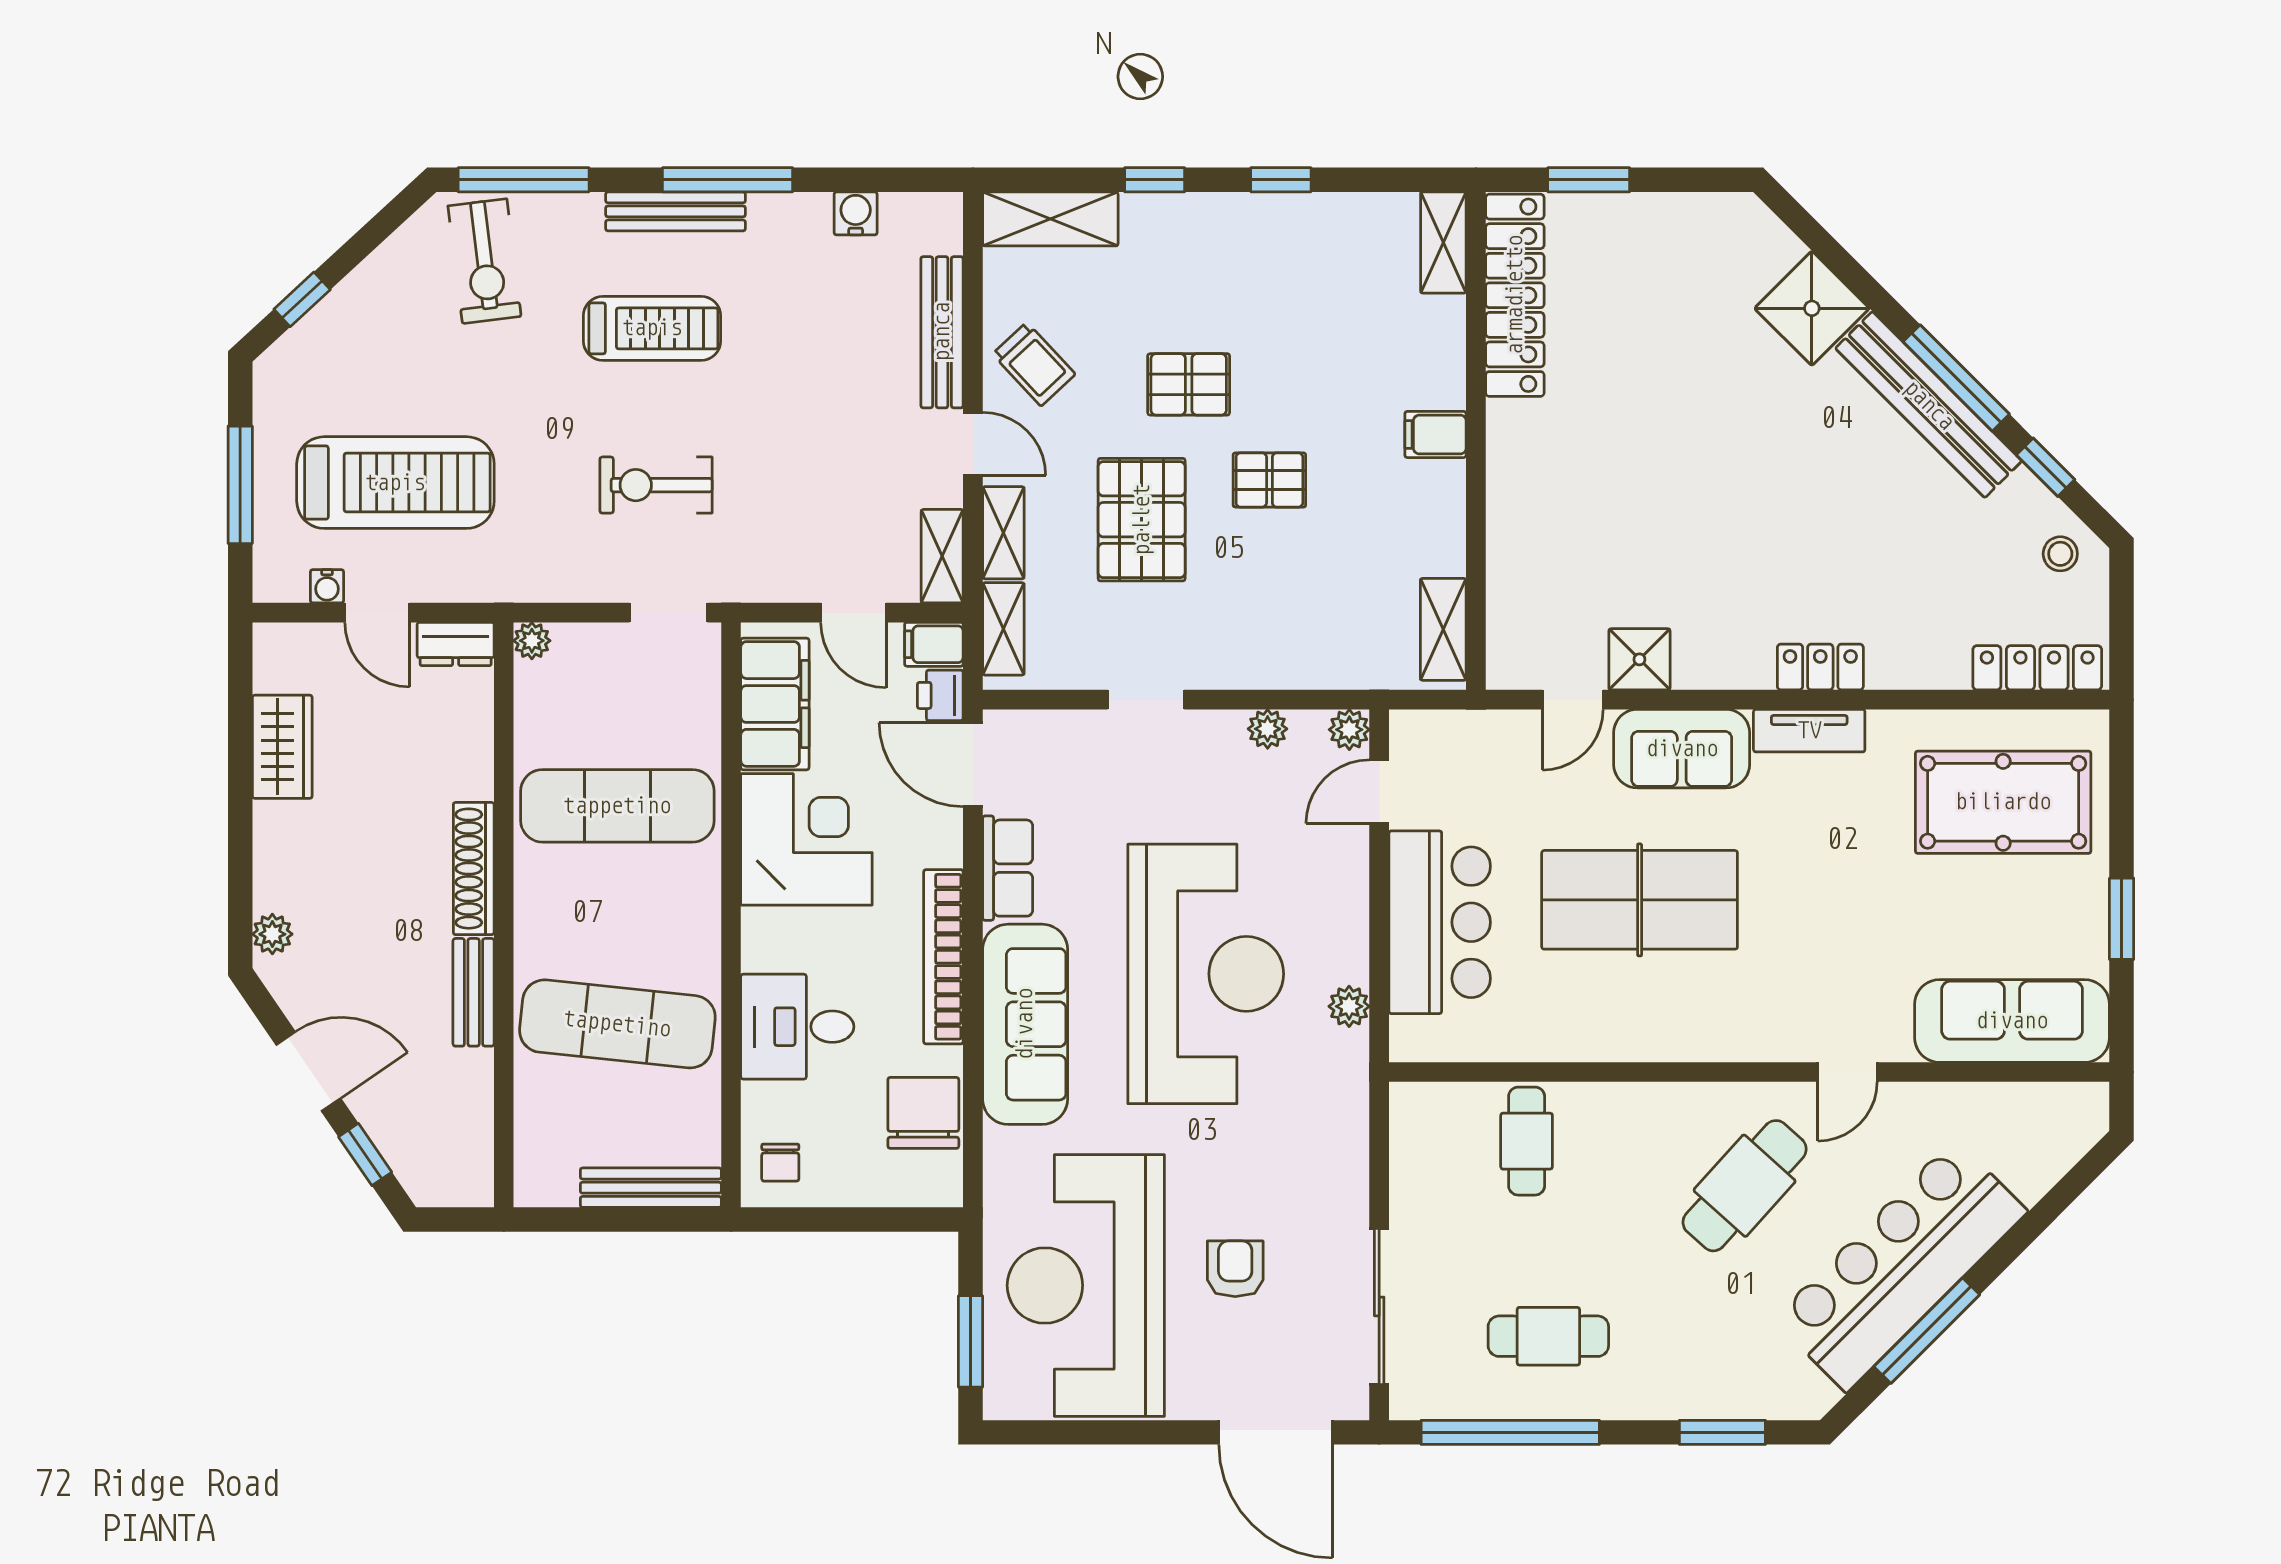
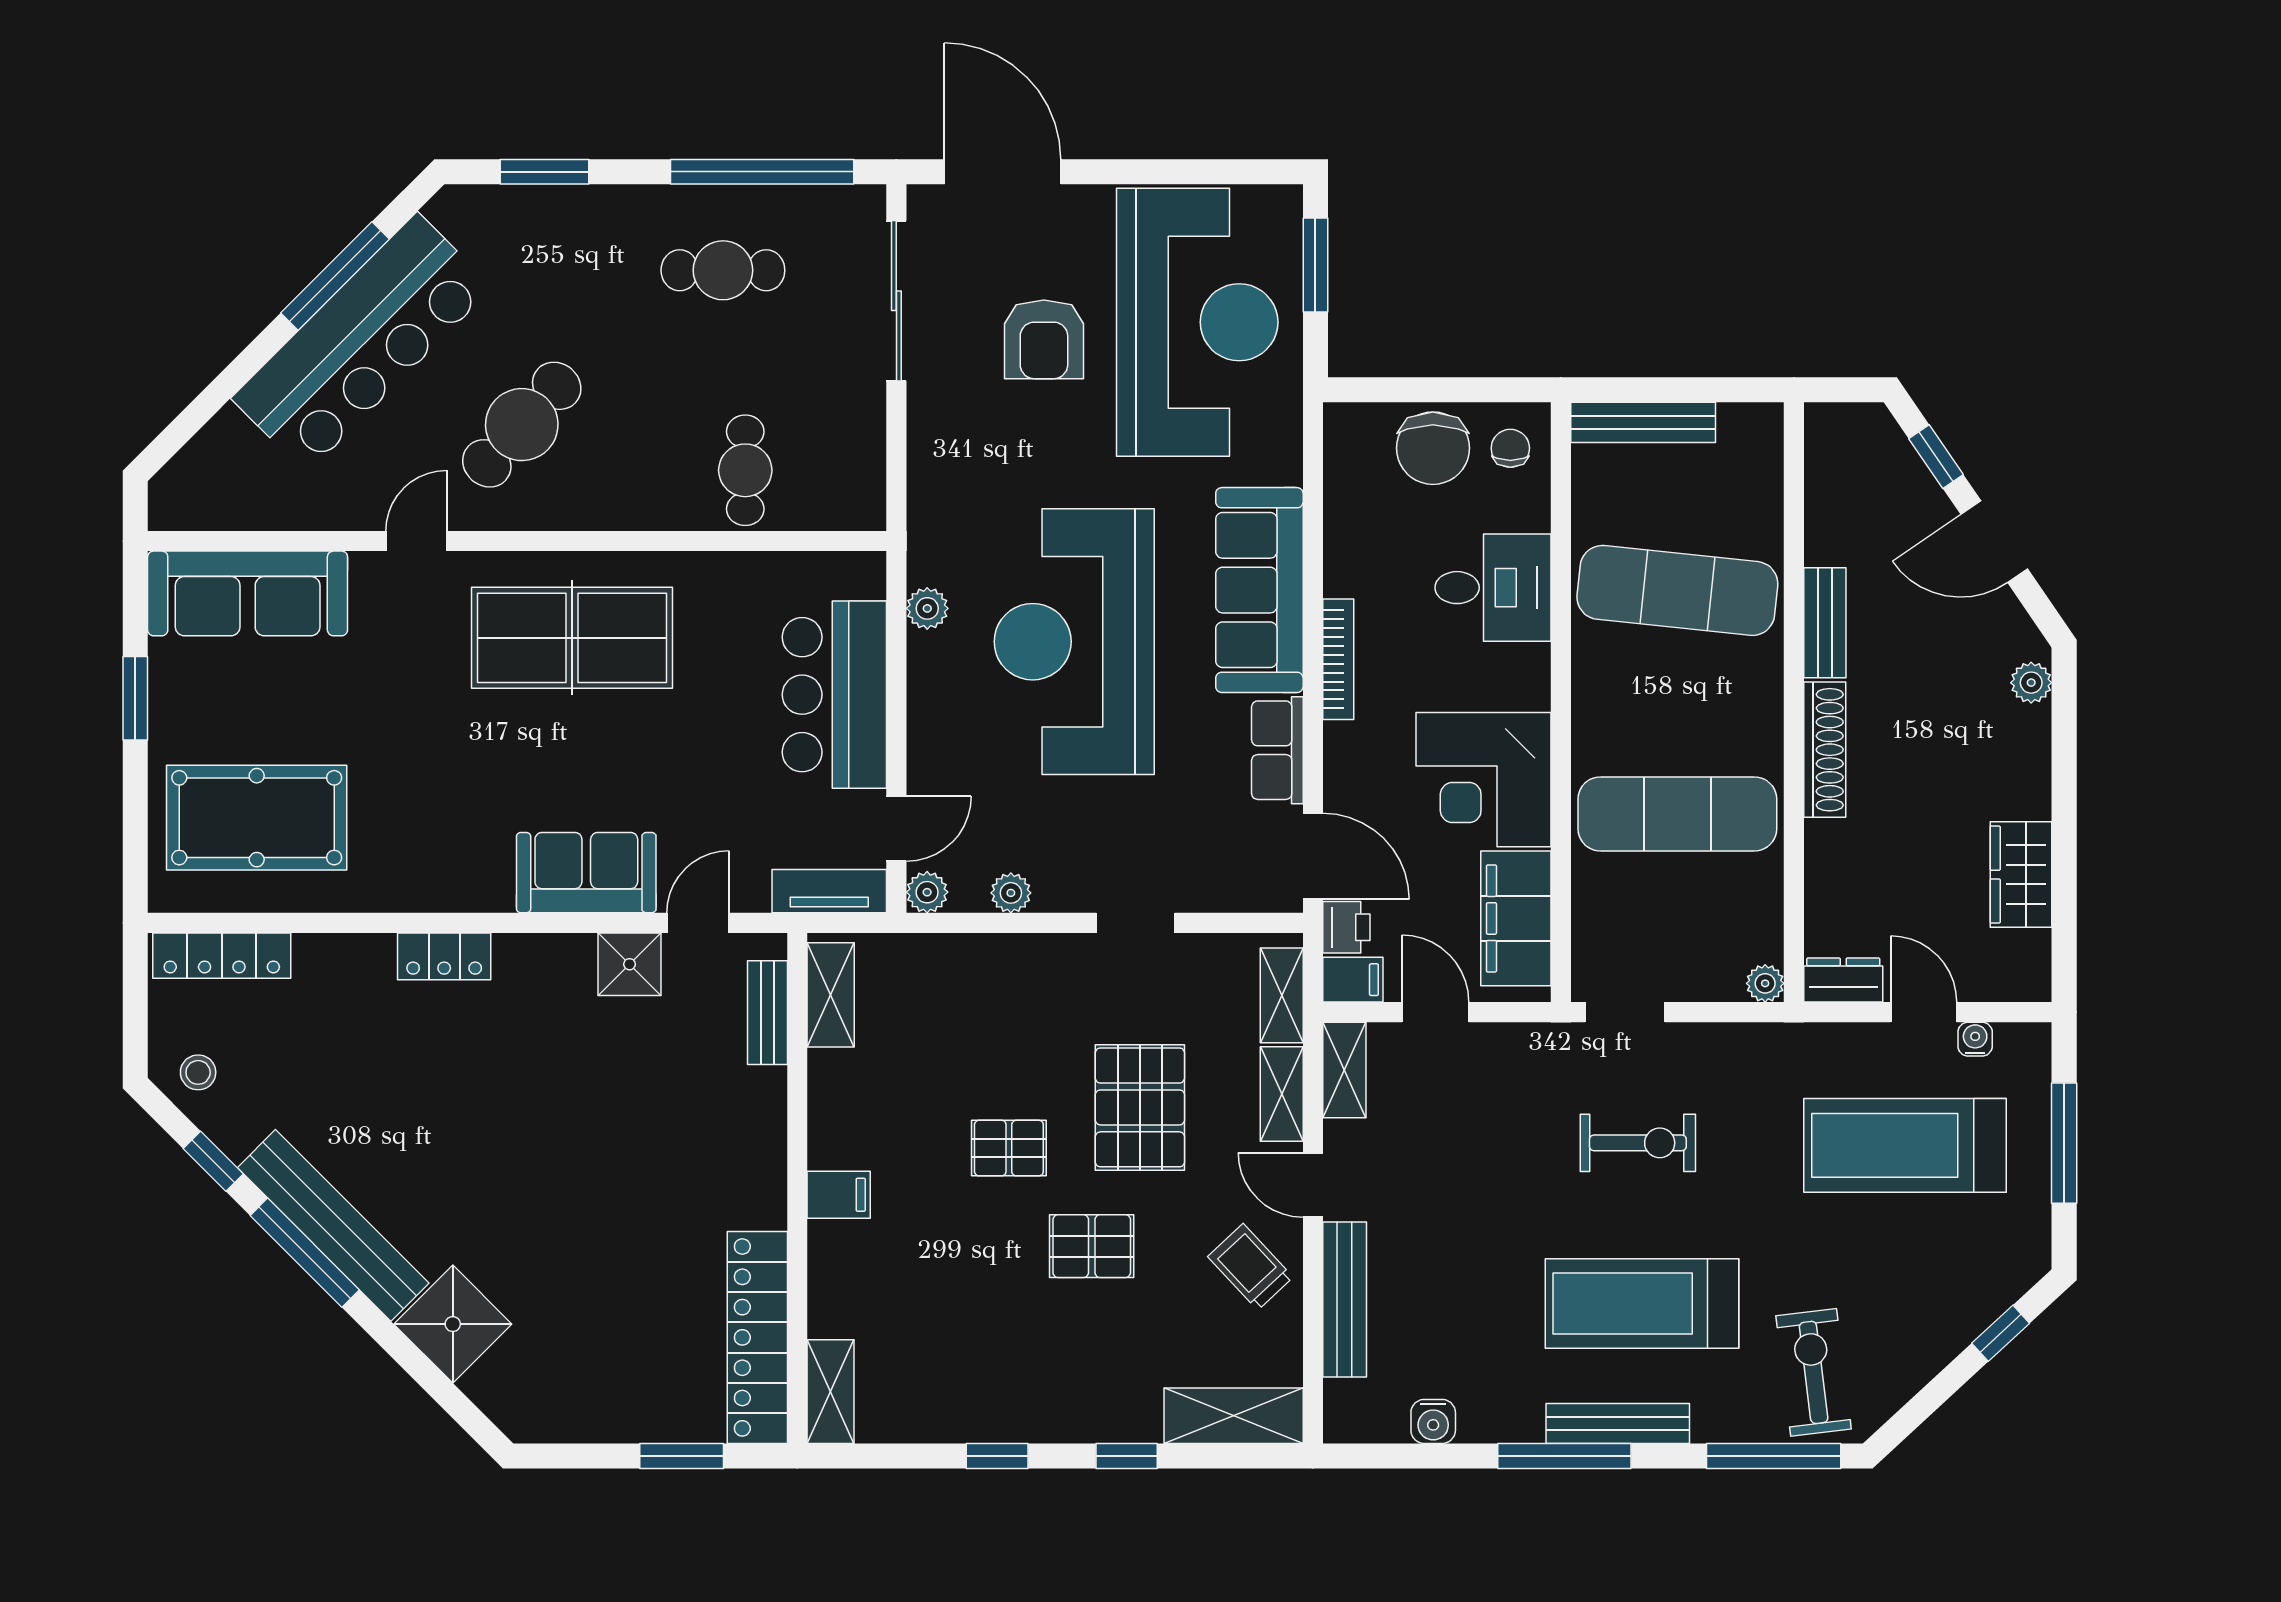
treadmill: (652, 328) -> (1642, 1303), width x1.37, depth x1.38
bench: (1505, 612) -> (767, 1013), added
tv unit: (1809, 731) -> (829, 891), moved
table tennis table: (1640, 900) -> (572, 638), moved
bookcase: (943, 957) -> (1338, 659), width x0.68, depth x0.76
chair: (923, 1113) -> (1433, 448), moved
armchair: (1235, 1269) -> (1044, 339), width x1.38, depth x1.38

